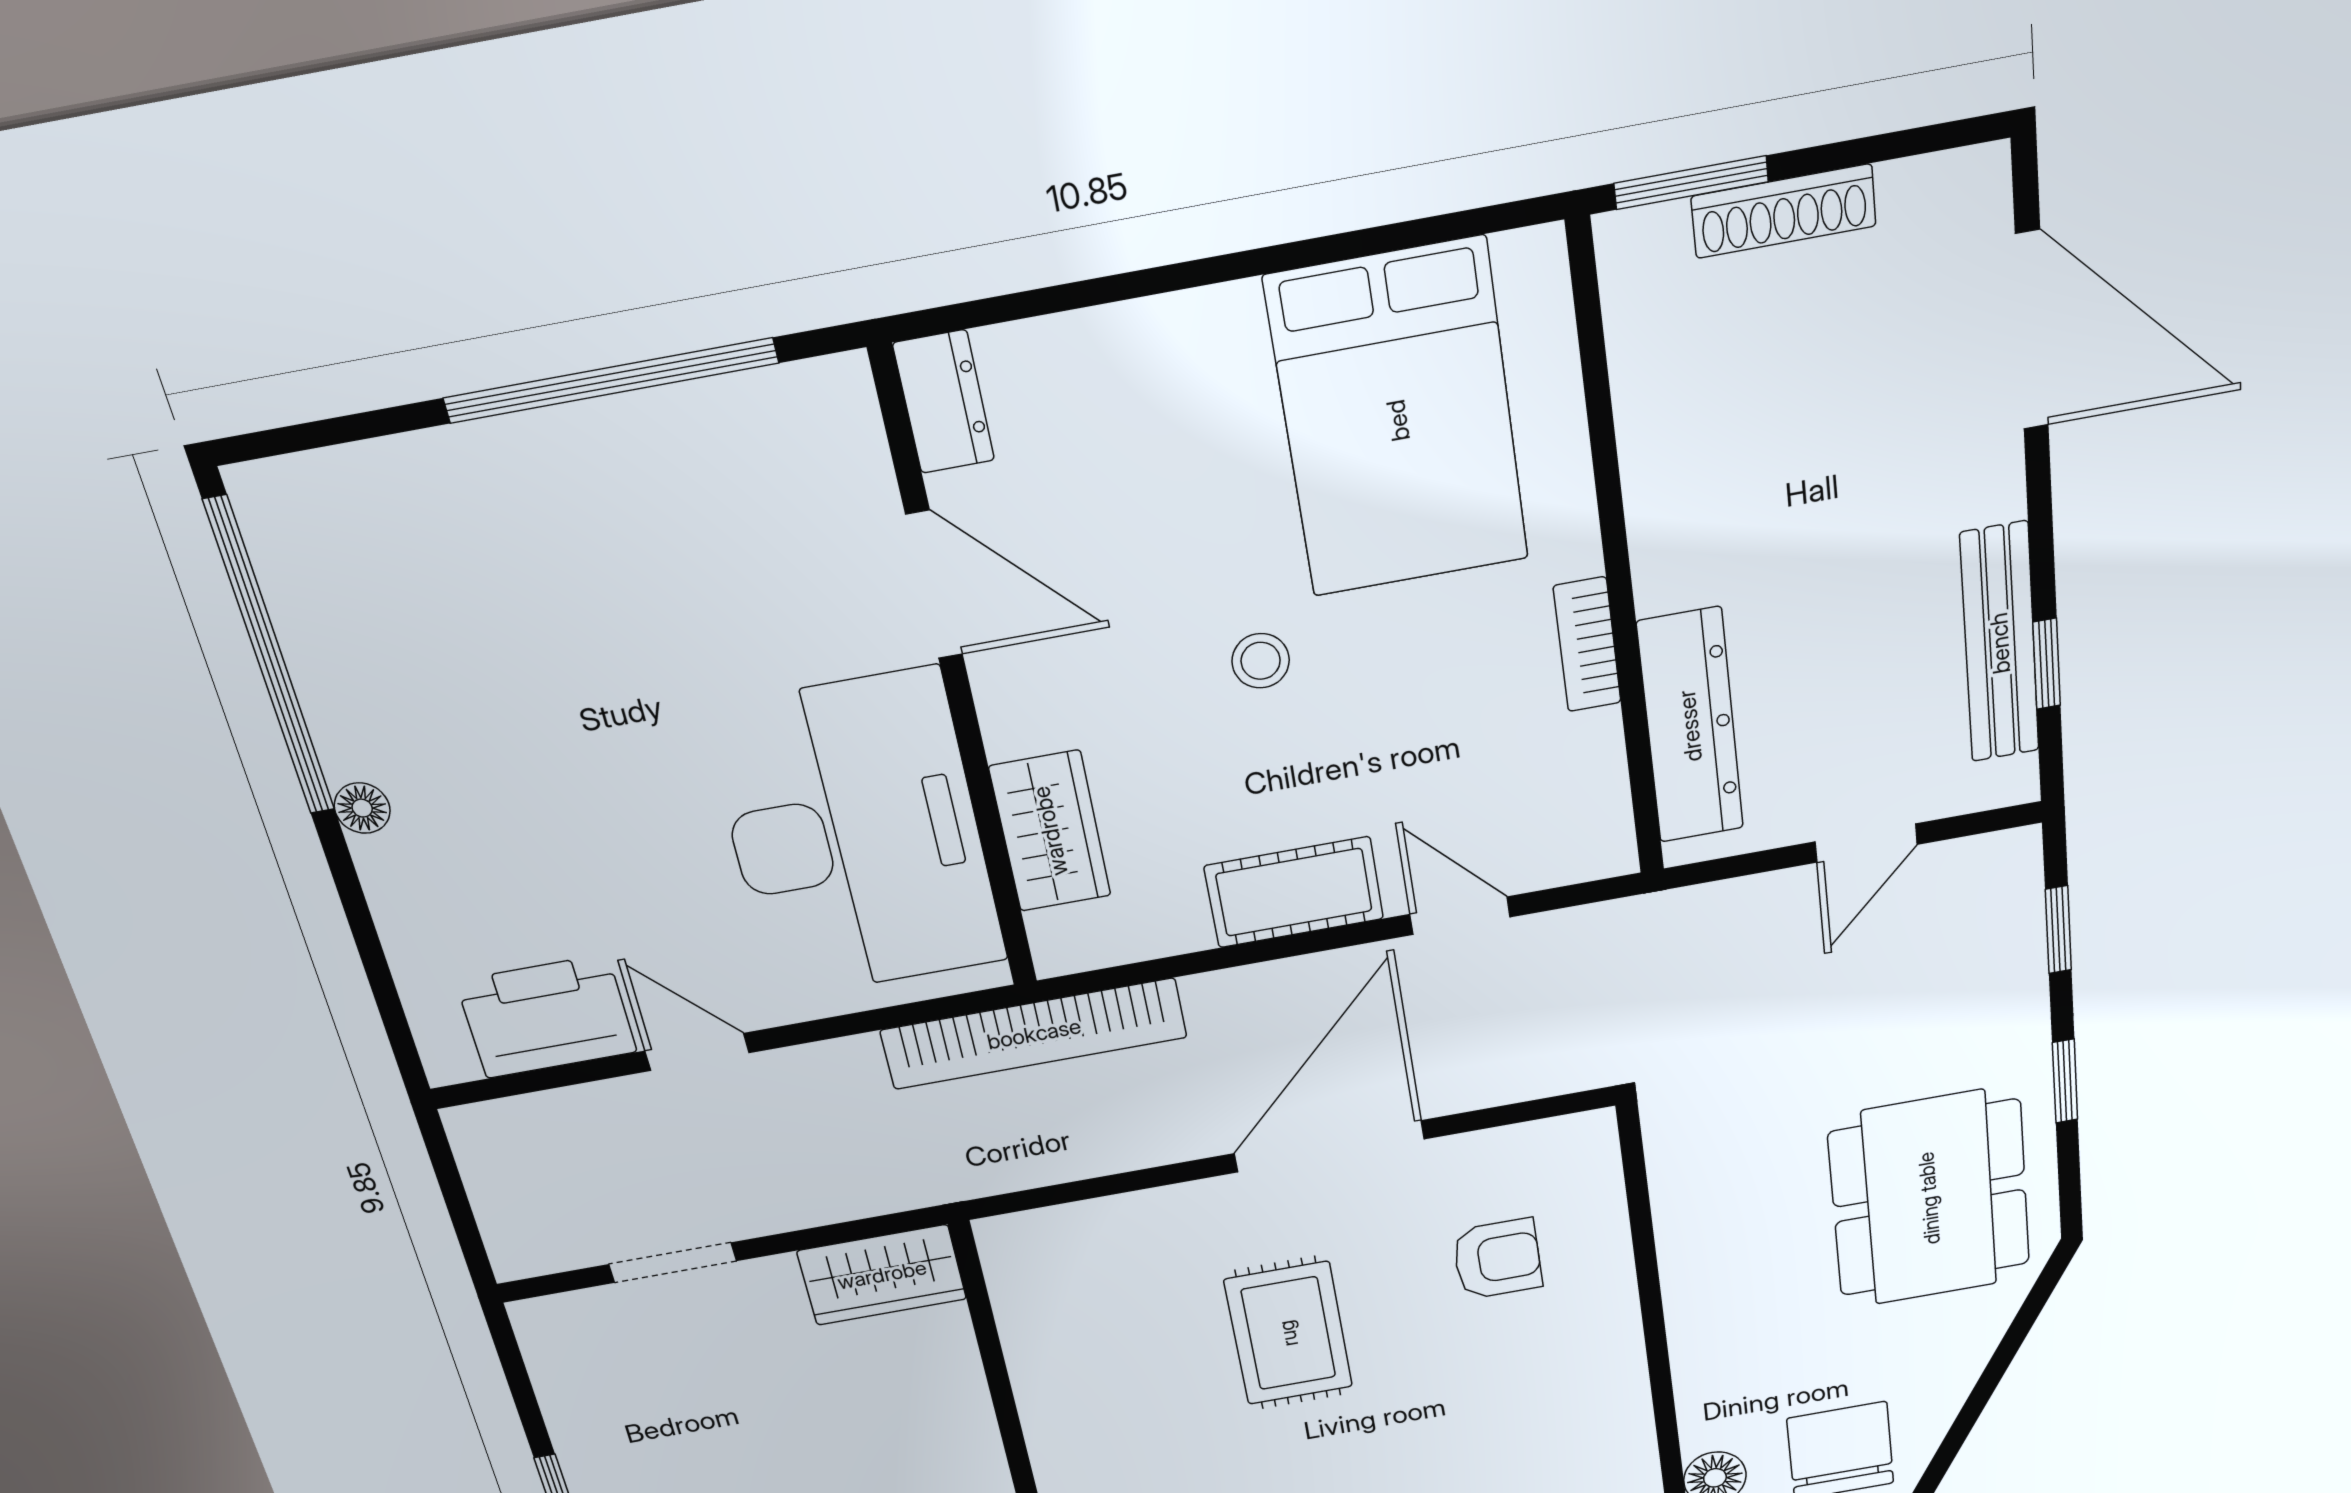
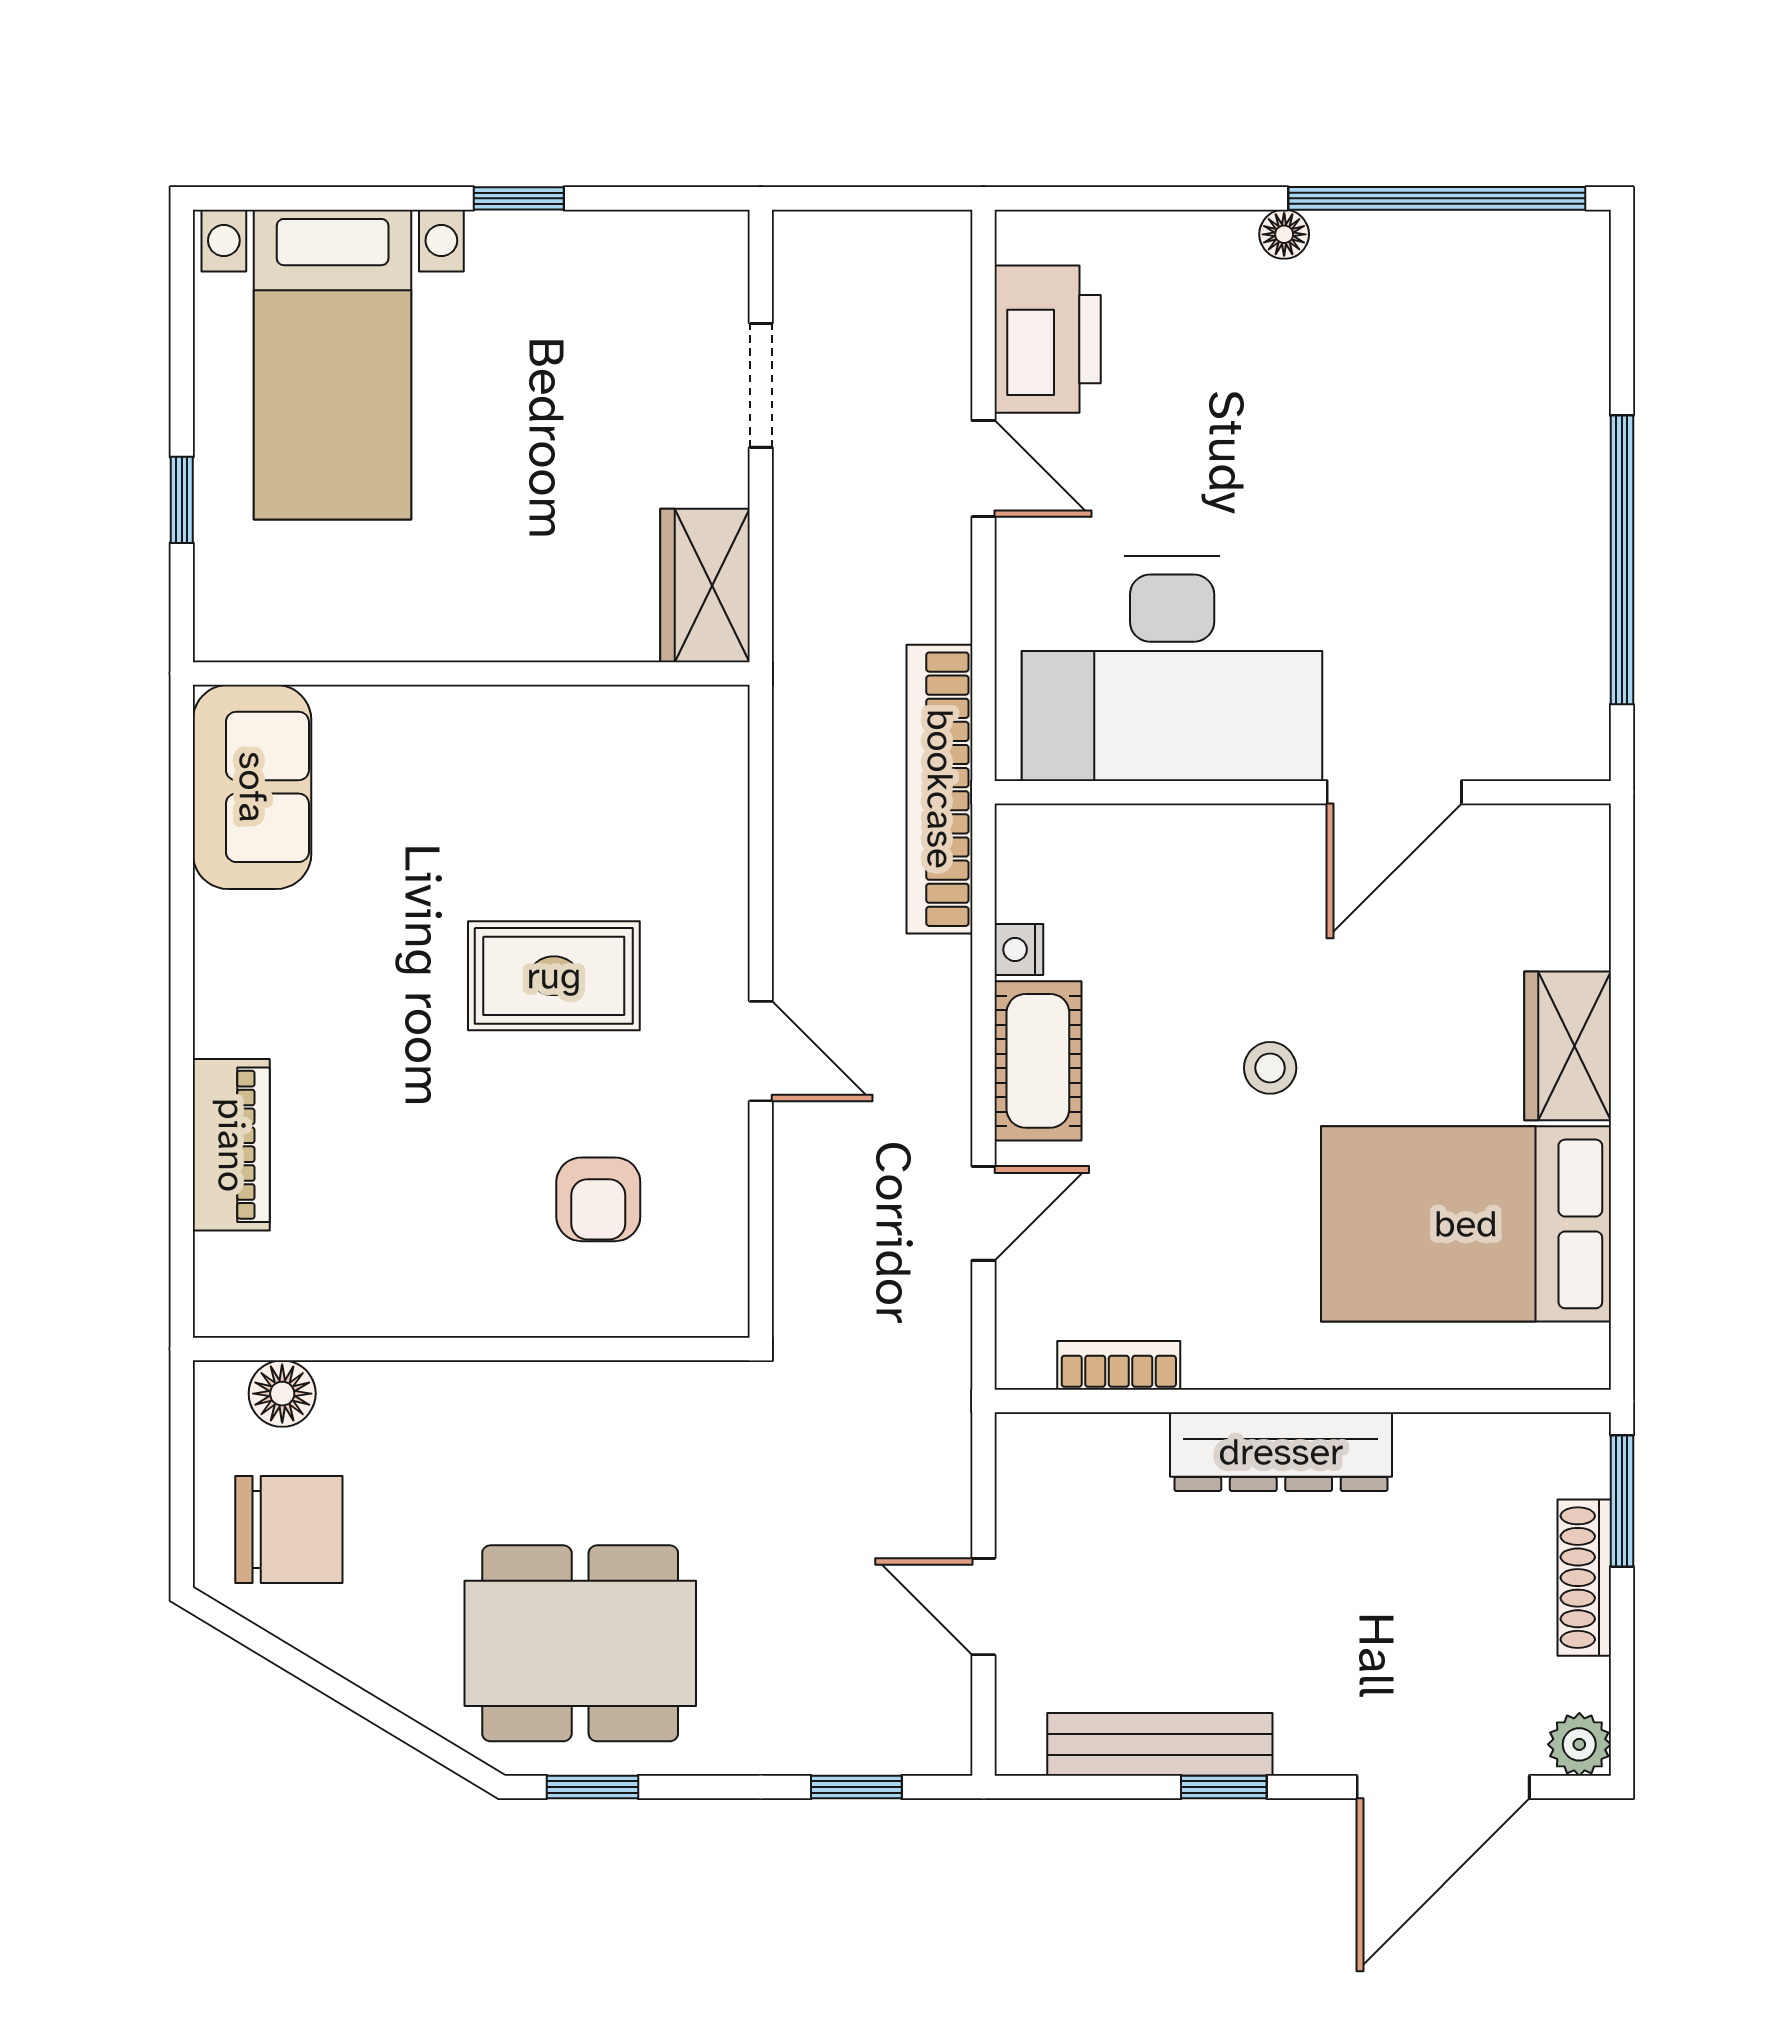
plant: (1976, 182) -> (1579, 1744), added
dresser: (944, 402) -> (1553, 836), removed
bookcase: (1587, 645) -> (1119, 1365), moved
window: (2047, 664) -> (1224, 1787), moved
dresser: (1690, 726) -> (1281, 1452), moved
wardrobe: (1050, 831) -> (1568, 1046), moved, turned 90
nightstand: (1182, 931) -> (1019, 950), added
door: (697, 1052) -> (983, 469), hinge flipped
window: (2065, 1081) -> (592, 1787), moved
door: (1329, 1146) -> (761, 1051), width x0.53

